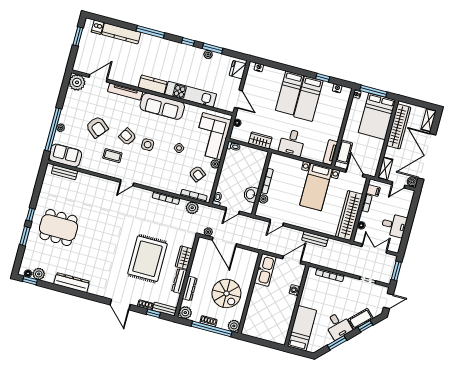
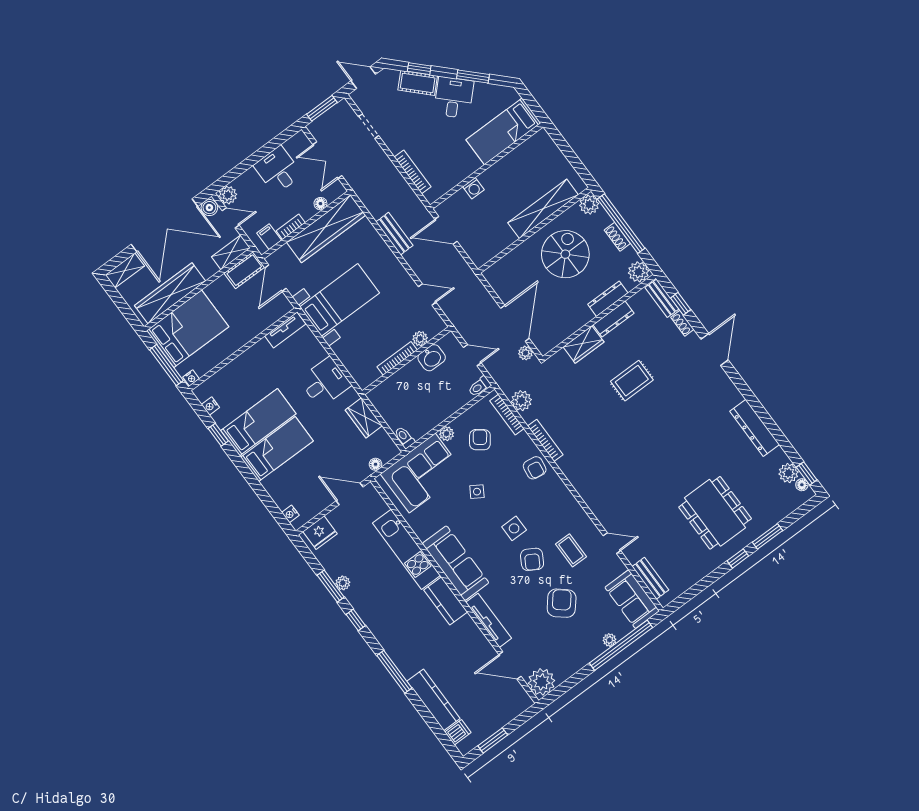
door: (238, 99) -> (350, 494), hinge flipped
cot: (344, 152) -> (244, 270), moved
armchair: (161, 181) -> (535, 468), added
door: (127, 183) -> (612, 543), moved
plant: (408, 194) -> (228, 195), added
rug: (148, 259) -> (632, 381), width x0.54, depth x0.49
kitchen sink: (265, 270) -> (491, 245), removed
shelving: (254, 307) -> (543, 209), added

